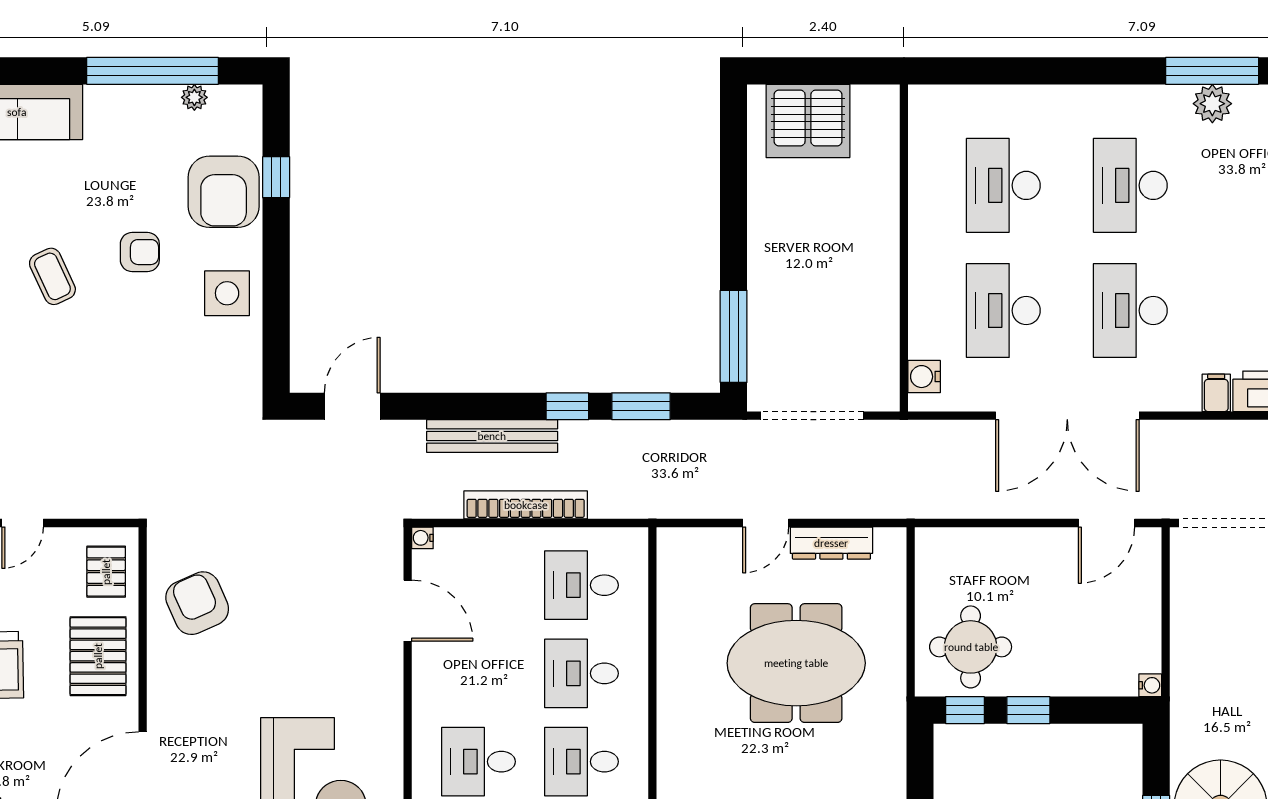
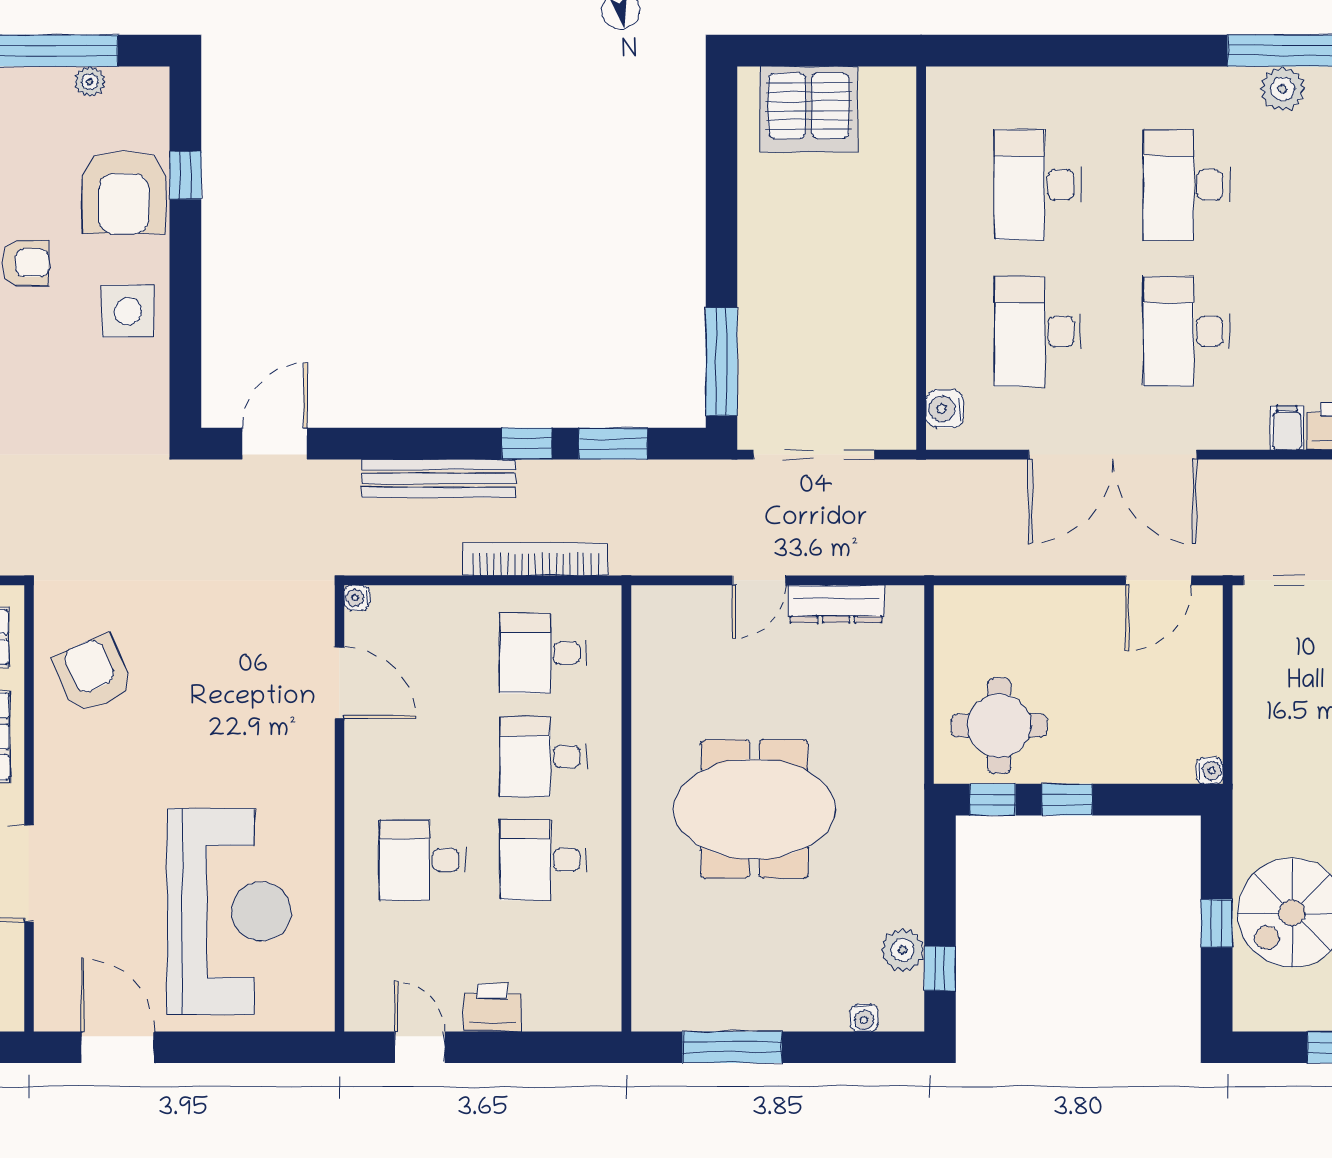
bookcase: (526, 505) -> (536, 559), moved
meeting table: (796, 663) -> (754, 809), moved

